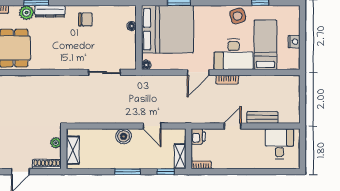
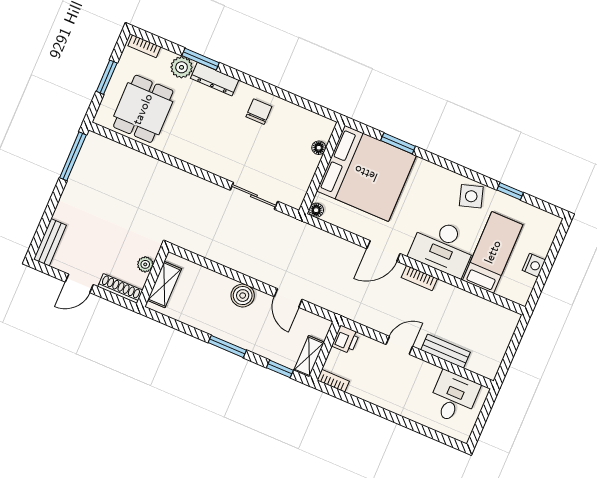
chair: (85, 19) -> (259, 112), turned -90

